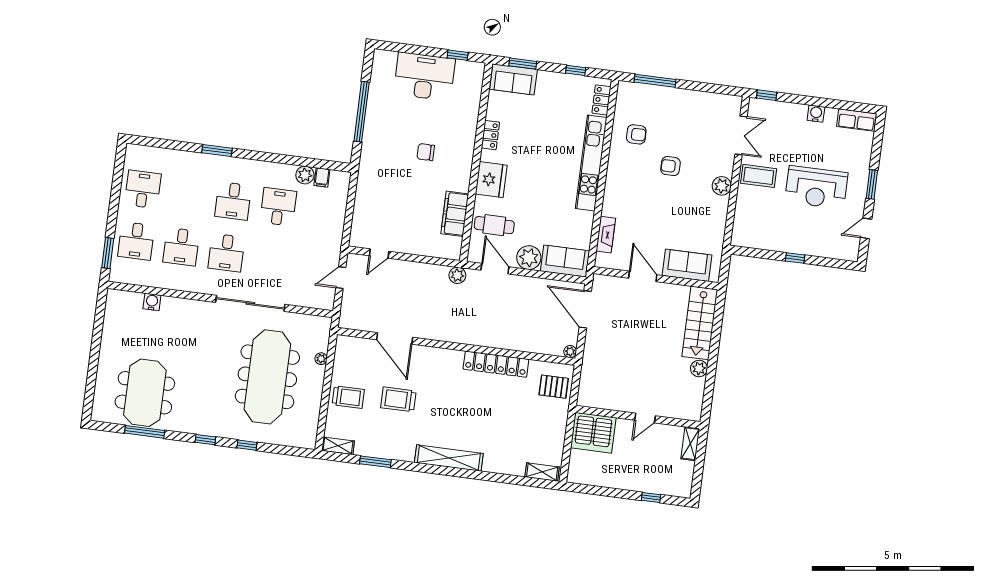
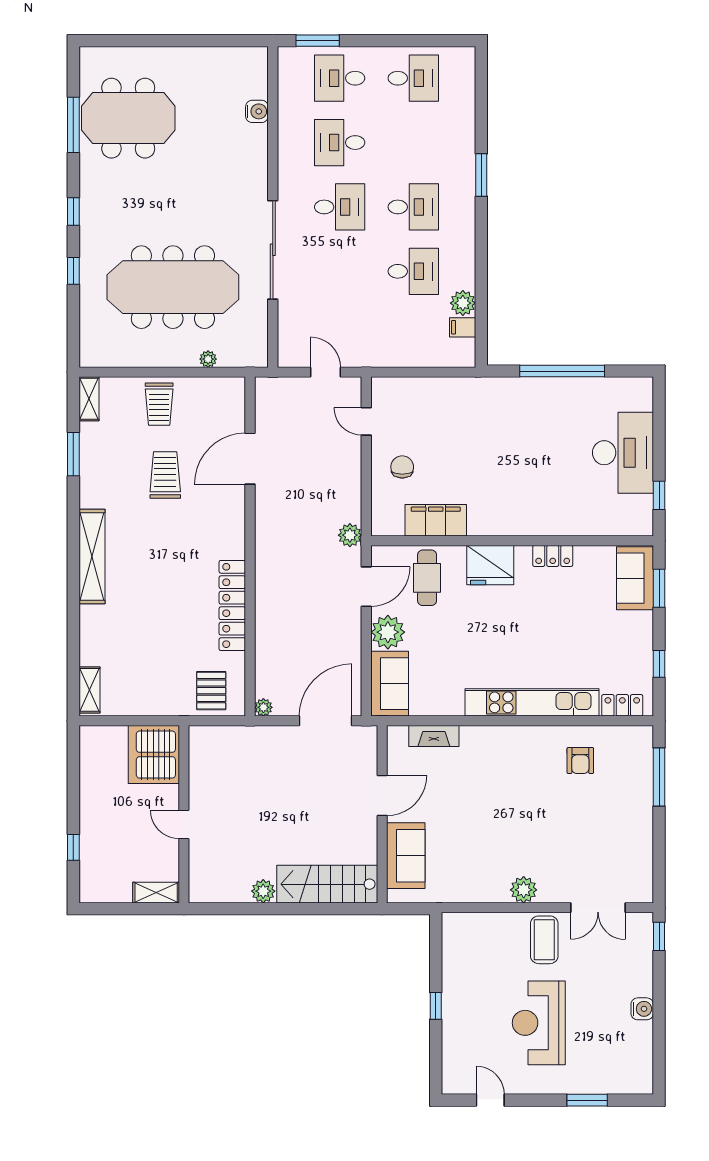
row of seats: (857, 120) -> (641, 1067), removed
chair: (426, 152) -> (402, 467), moved
armchair: (670, 166) -> (542, 814), removed
window: (872, 184) -> (587, 1100), moved
desk: (233, 201) -> (413, 207), turned 180
desk: (226, 253) -> (340, 207), turned 180

